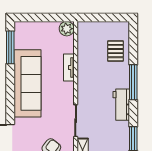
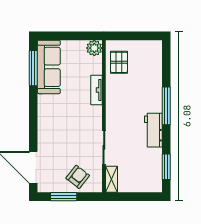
pallet: (115, 51) -> (119, 62), moved
sofa: (27, 83) -> (49, 67), moved, width x0.74, depth x0.79

